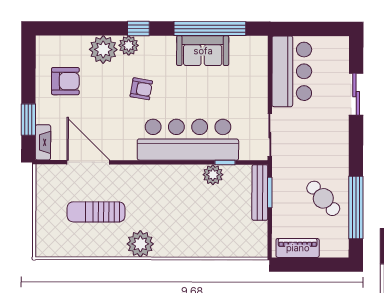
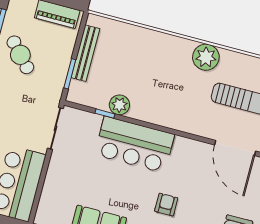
armchair: (141, 89) -> (166, 205), turned 80
bar counter: (188, 140) -> (134, 144), width x0.73
bench: (260, 193) -> (85, 53), moved

